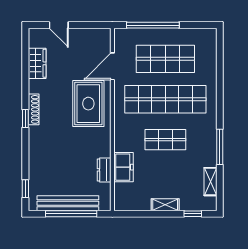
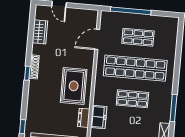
shop shelf: (165, 59) -> (138, 37), width x0.70, depth x0.74
rug: (88, 104) -> (74, 86), moved

